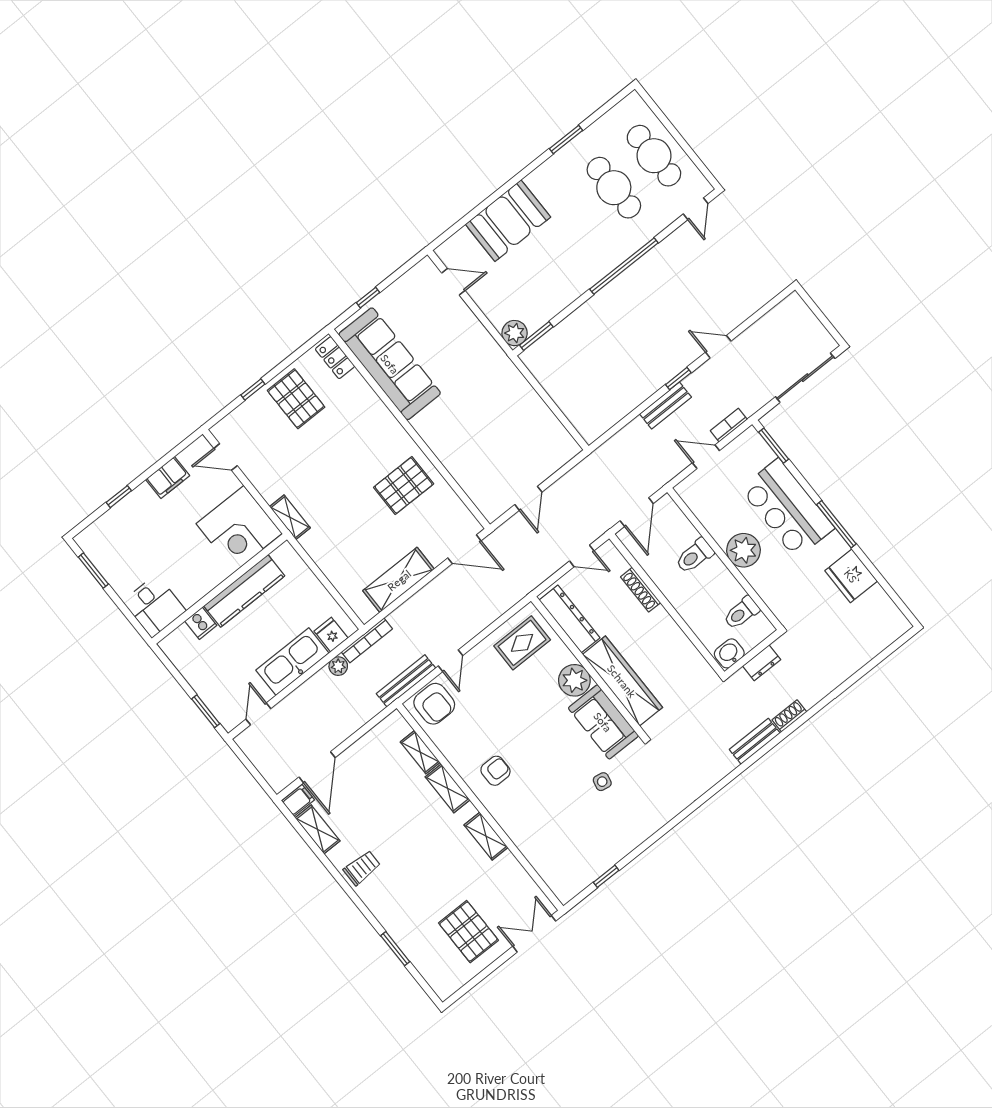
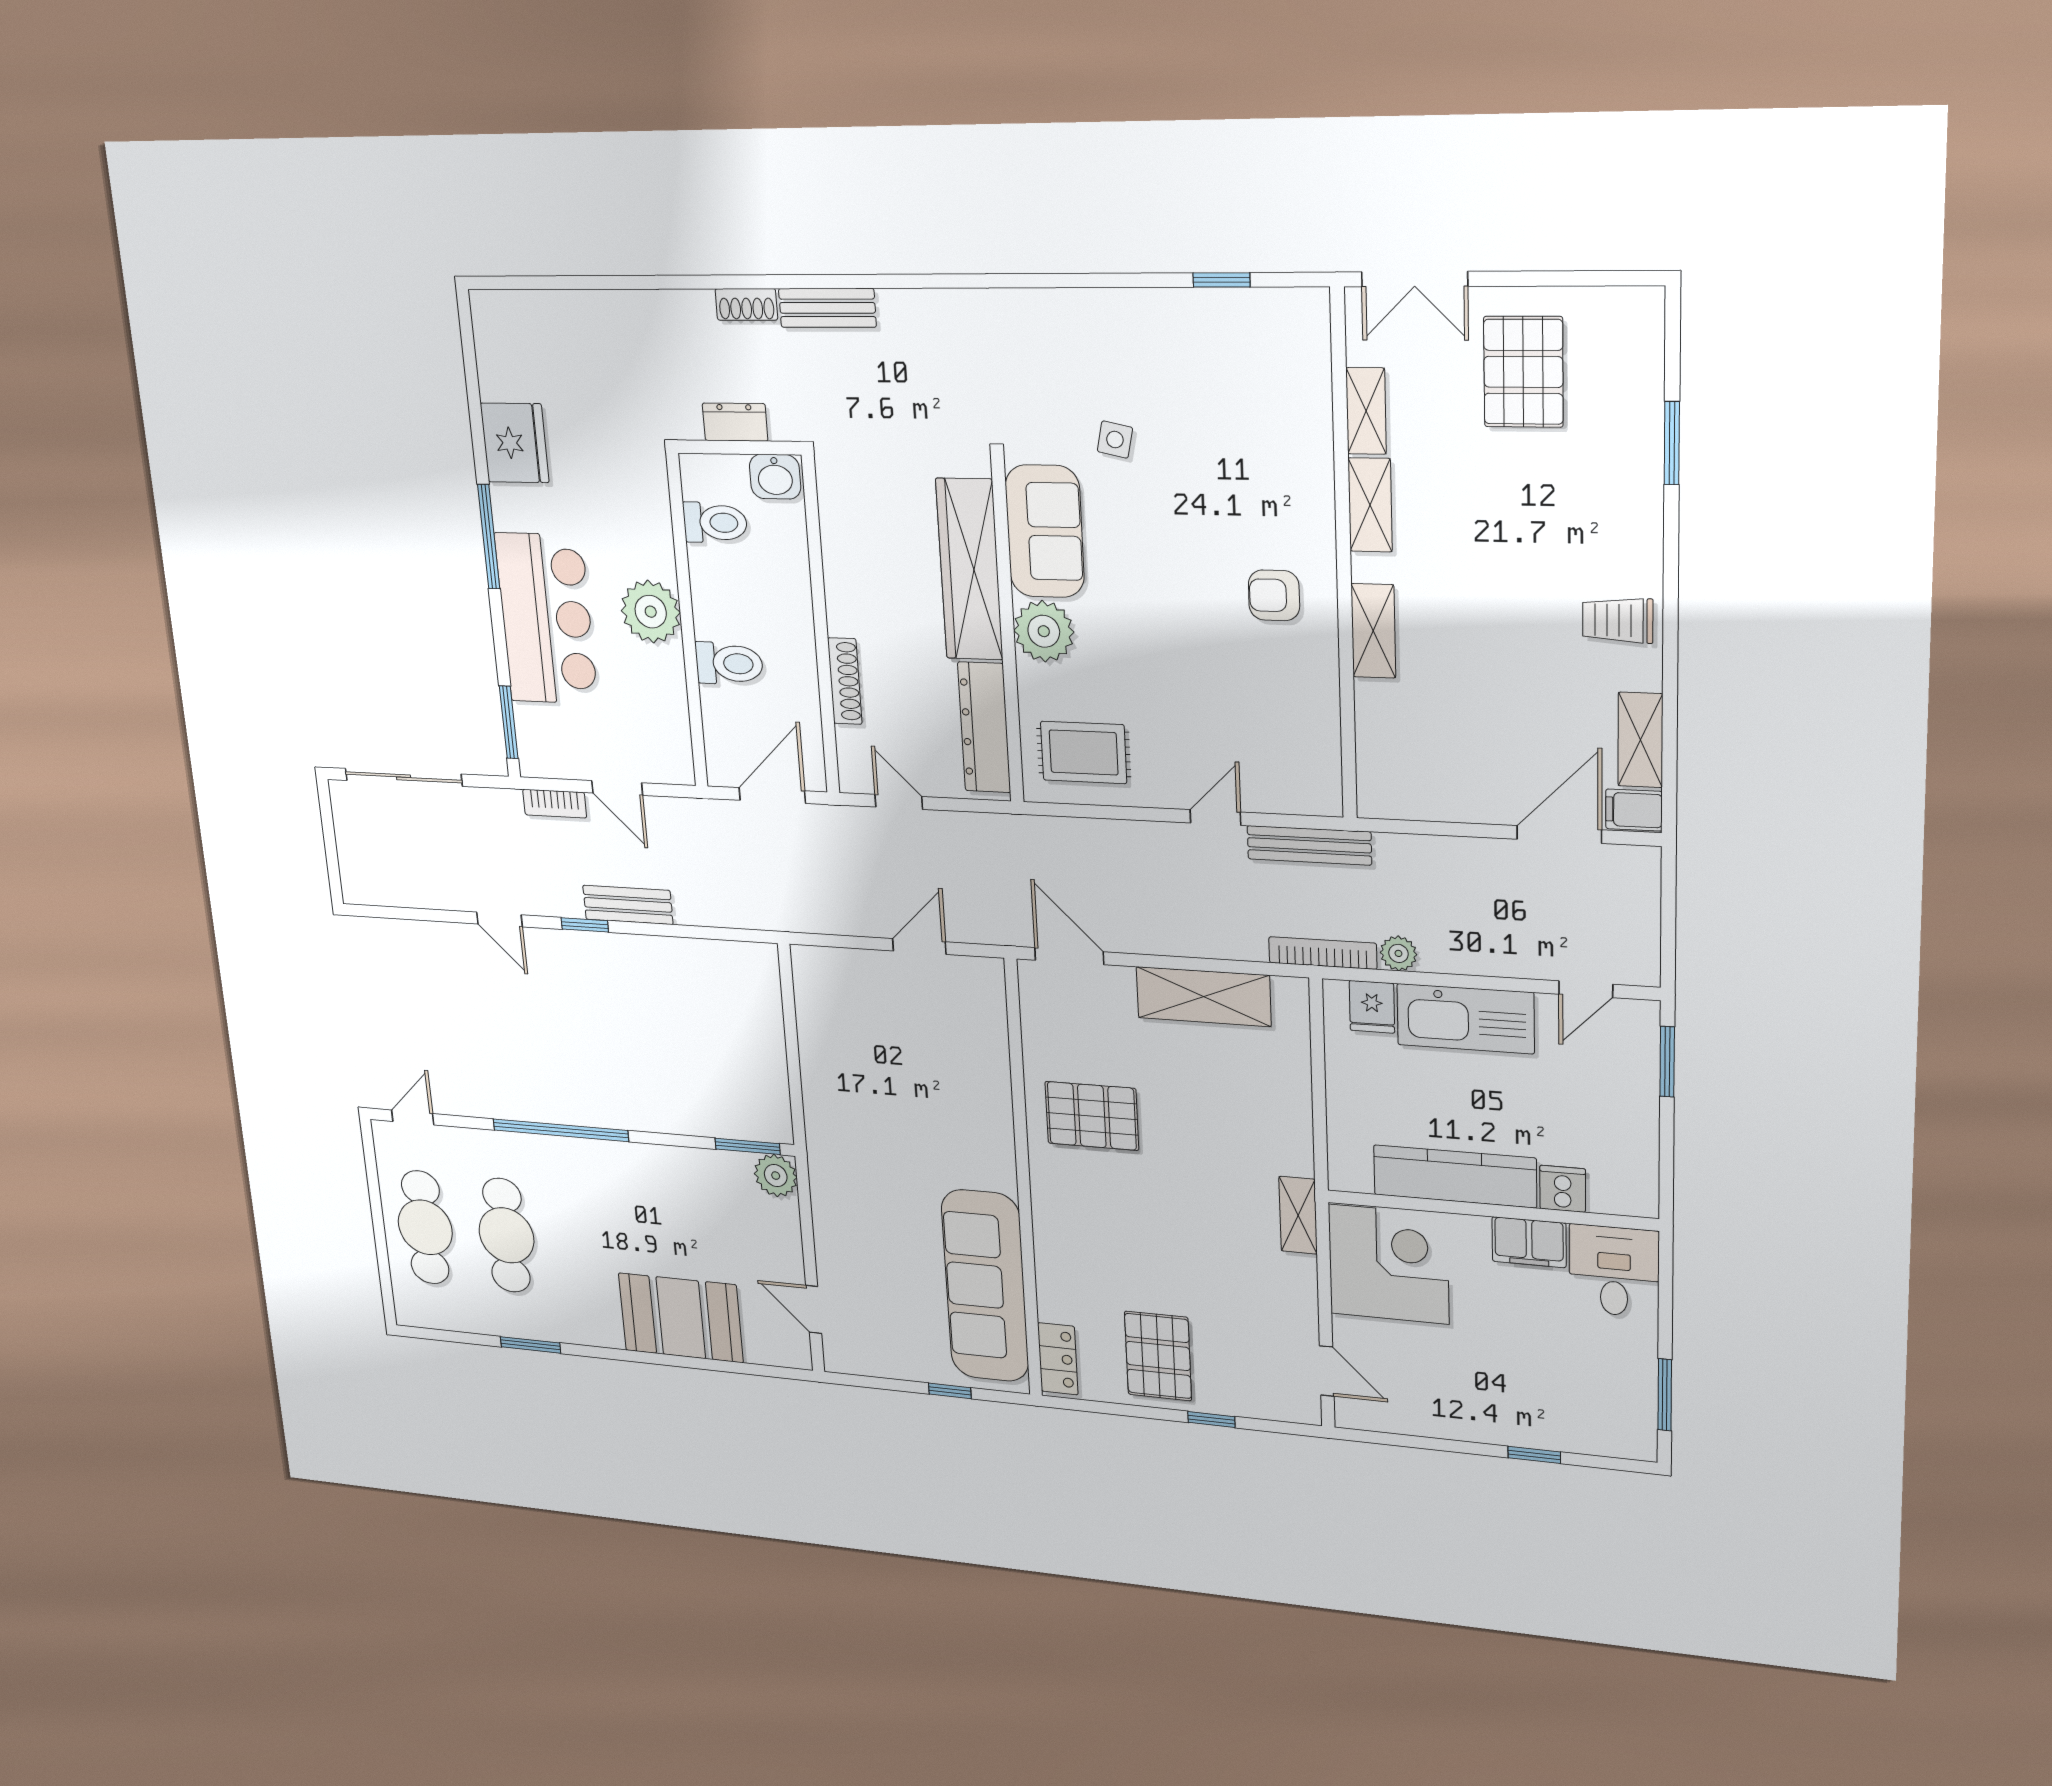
filing cabinet: (168, 477) -> (1529, 1242), moved, turned 180
armchair: (434, 704) -> (1292, 776), removed
shelving: (420, 752) -> (1366, 411), moved

